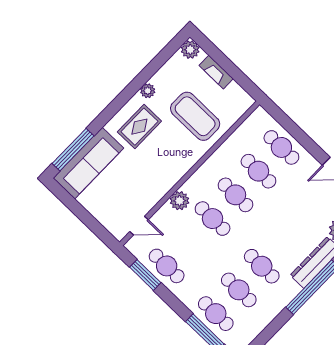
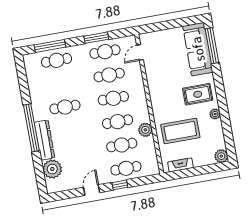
fireplace: (216, 72) -> (181, 165), moved
rug: (139, 127) -> (198, 94), turned 90
window: (305, 141) -> (120, 185), added
plant: (179, 201) -> (145, 130), moved
window: (145, 275) -> (96, 38), moved
cafe table: (239, 290) -> (109, 75), moved

